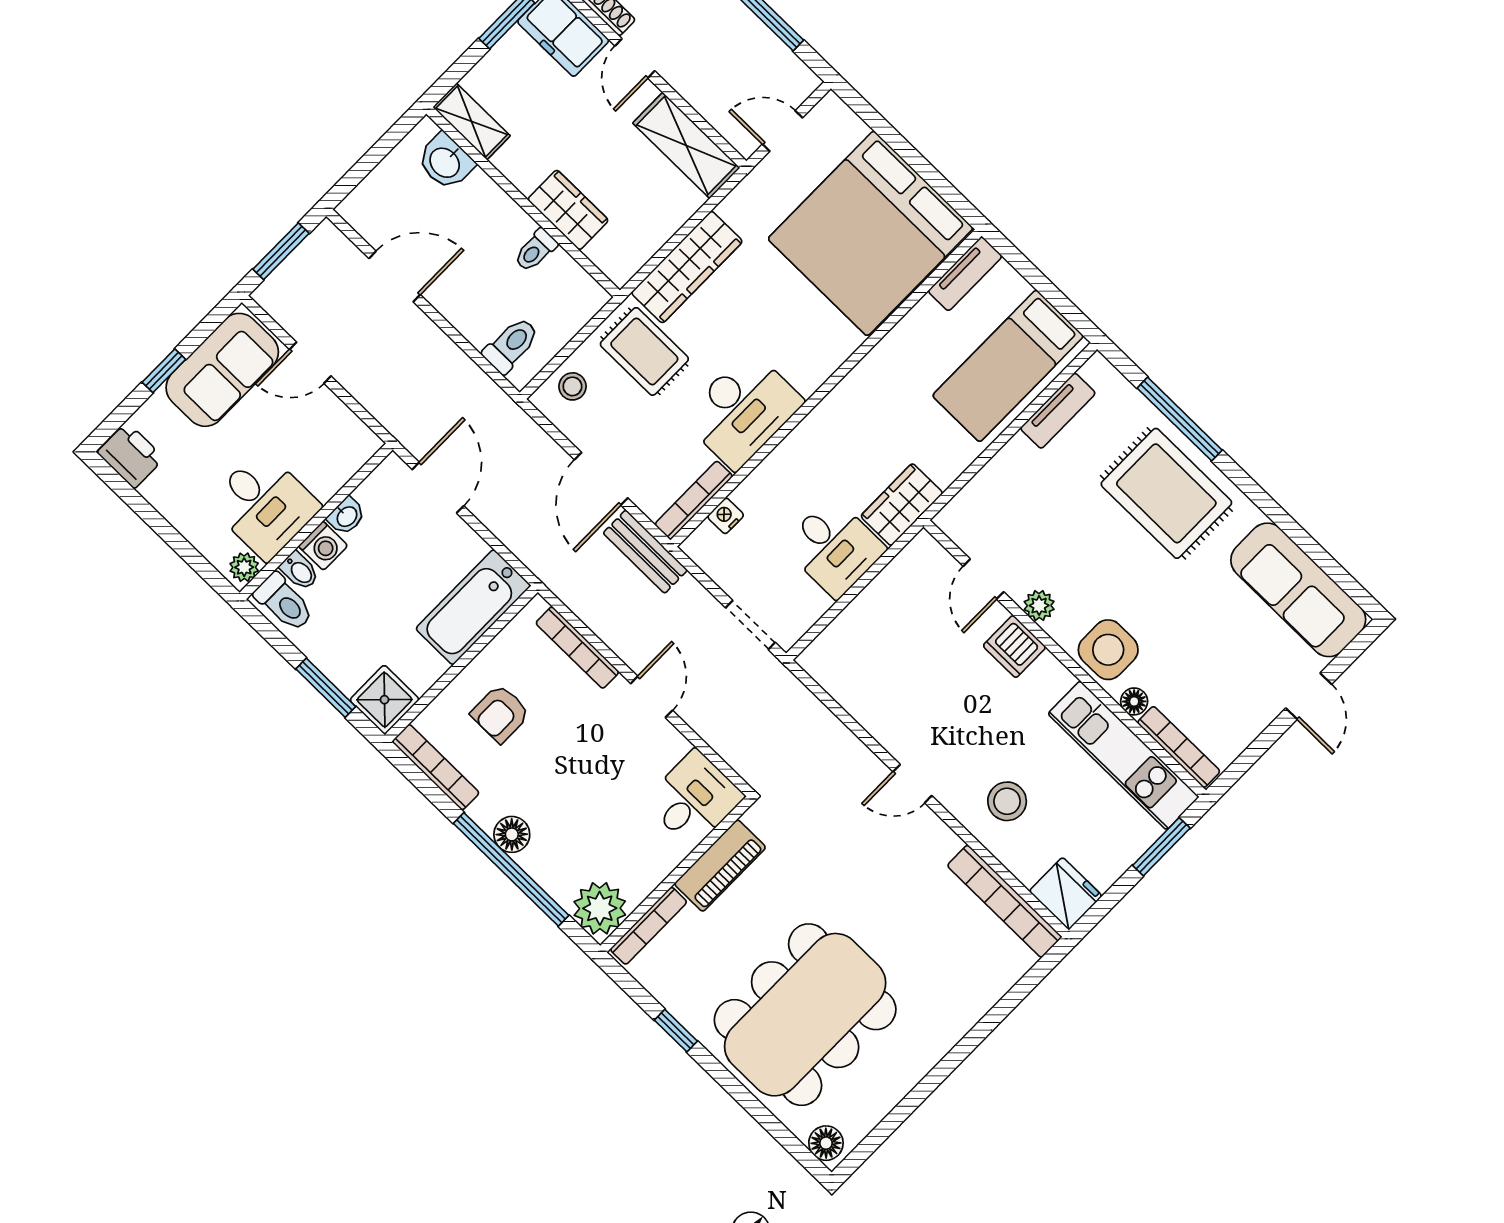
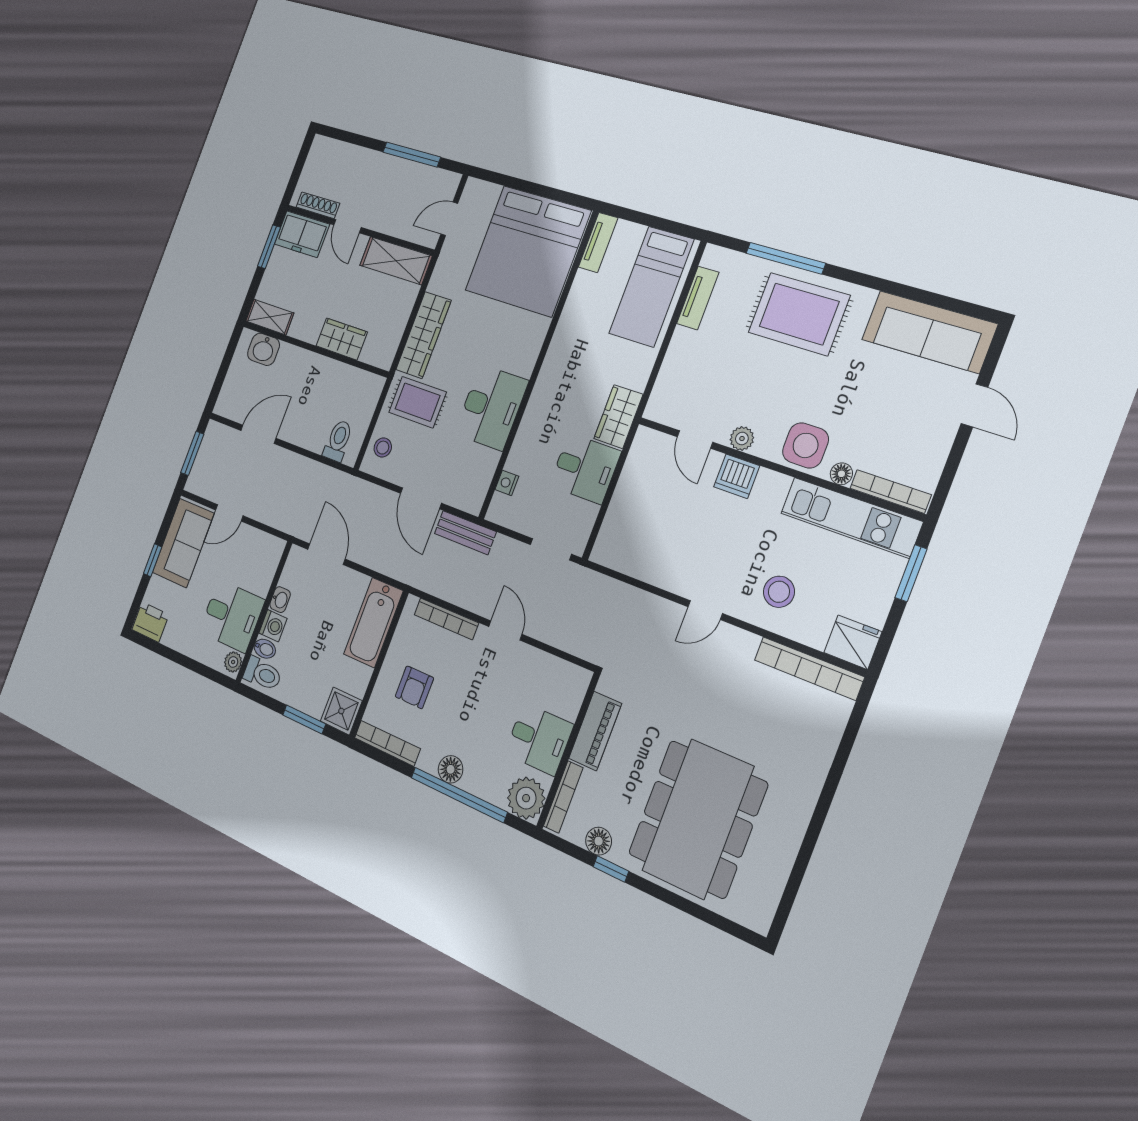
toilet: (536, 250) -> (332, 374), removed
bookcase: (694, 500) -> (483, 483), removed
desk: (694, 799) -> (539, 739), moved, turned 90
floor lamp: (826, 1143) -> (599, 841), moved

